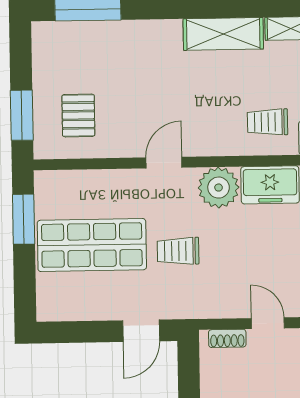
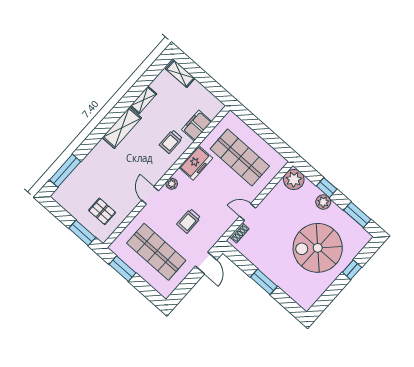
plant: (219, 188) -> (172, 184), width x0.53, depth x0.53
shop shelf: (92, 245) -> (156, 252), turned 90

